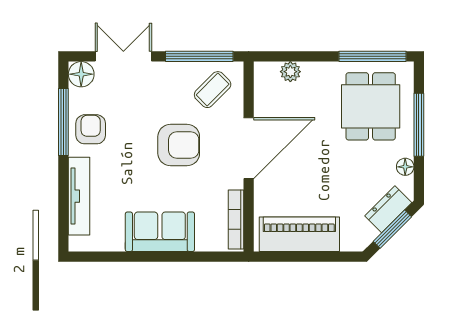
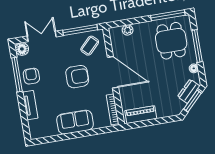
door: (249, 148) -> (113, 72), hinge flipped
tv unit: (79, 196) -> (30, 105), width x0.71
piano: (299, 234) -> (141, 115), width x0.73, depth x0.75

